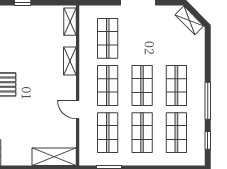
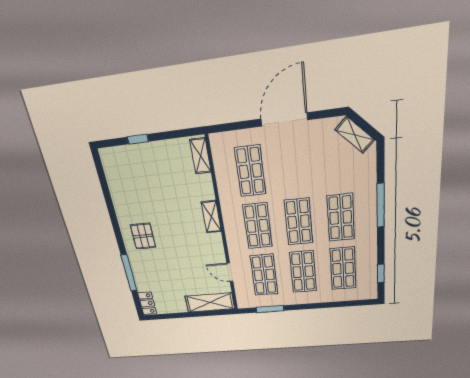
shelving: (70, 61) -> (211, 217), moved
window: (208, 101) -> (381, 205), moved
door: (78, 109) -> (230, 272), moved

